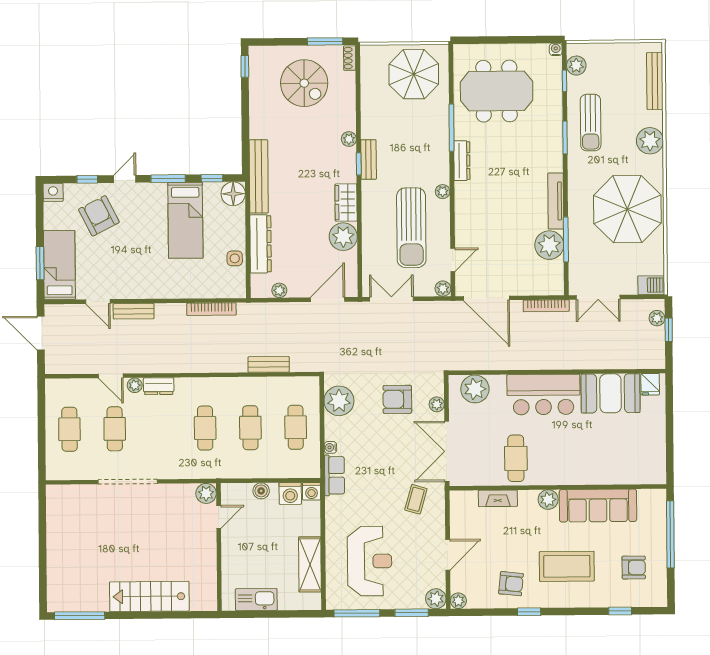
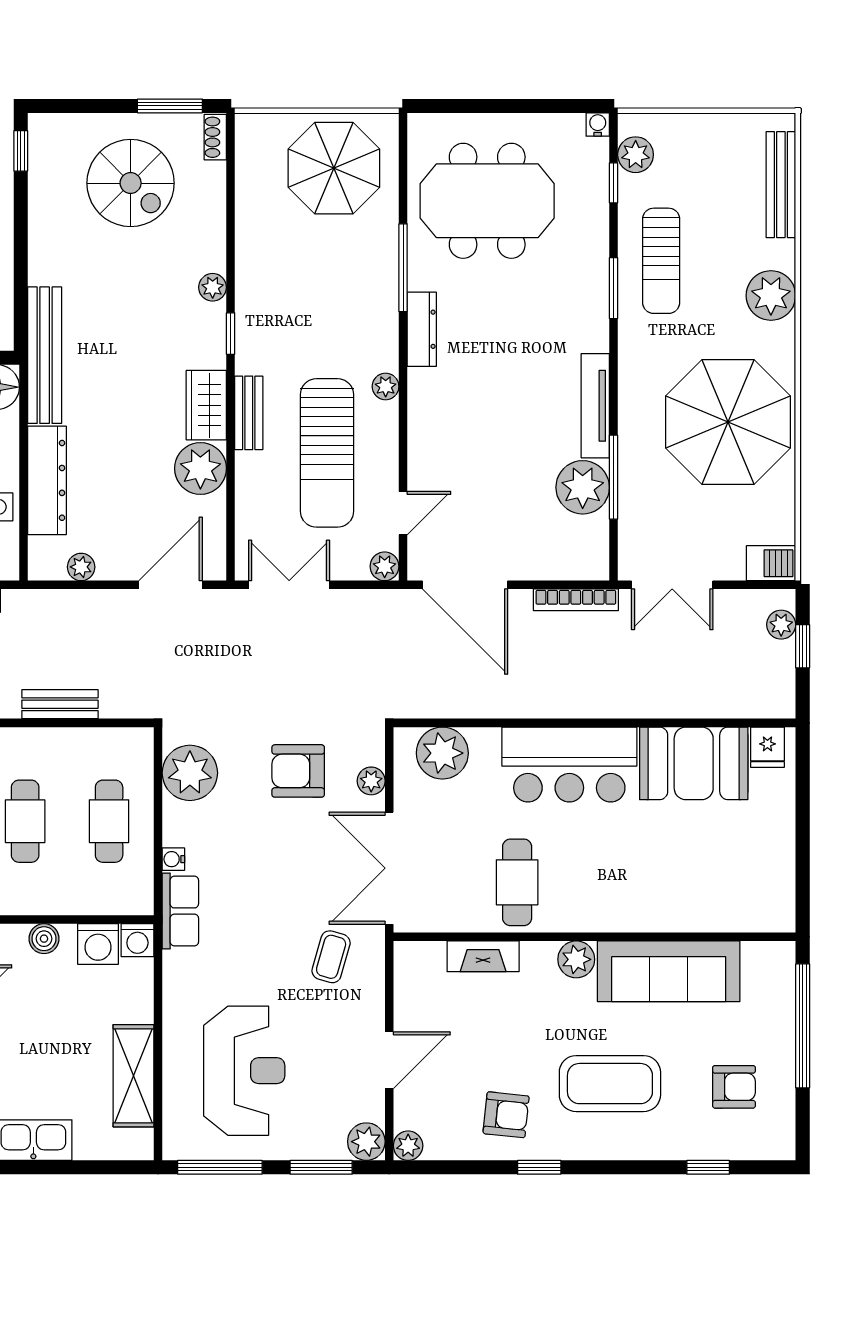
bench: (369, 160) -> (249, 413), moved

